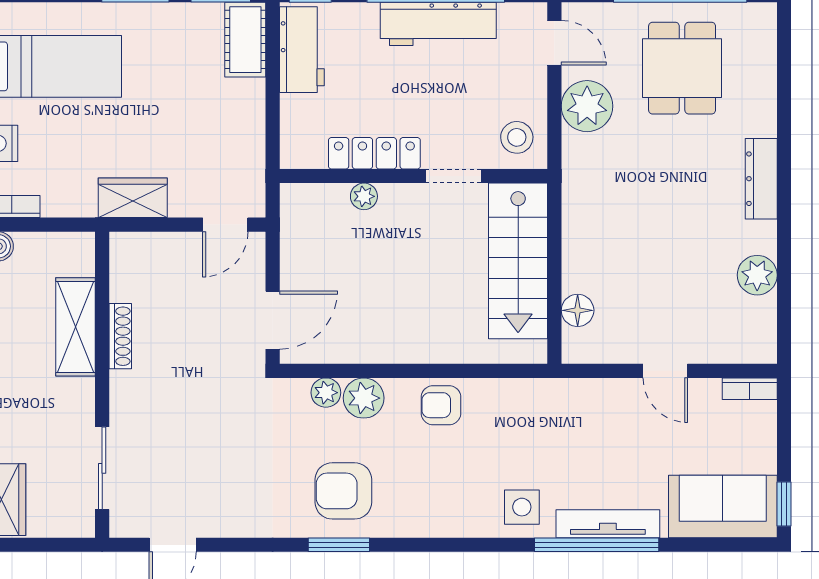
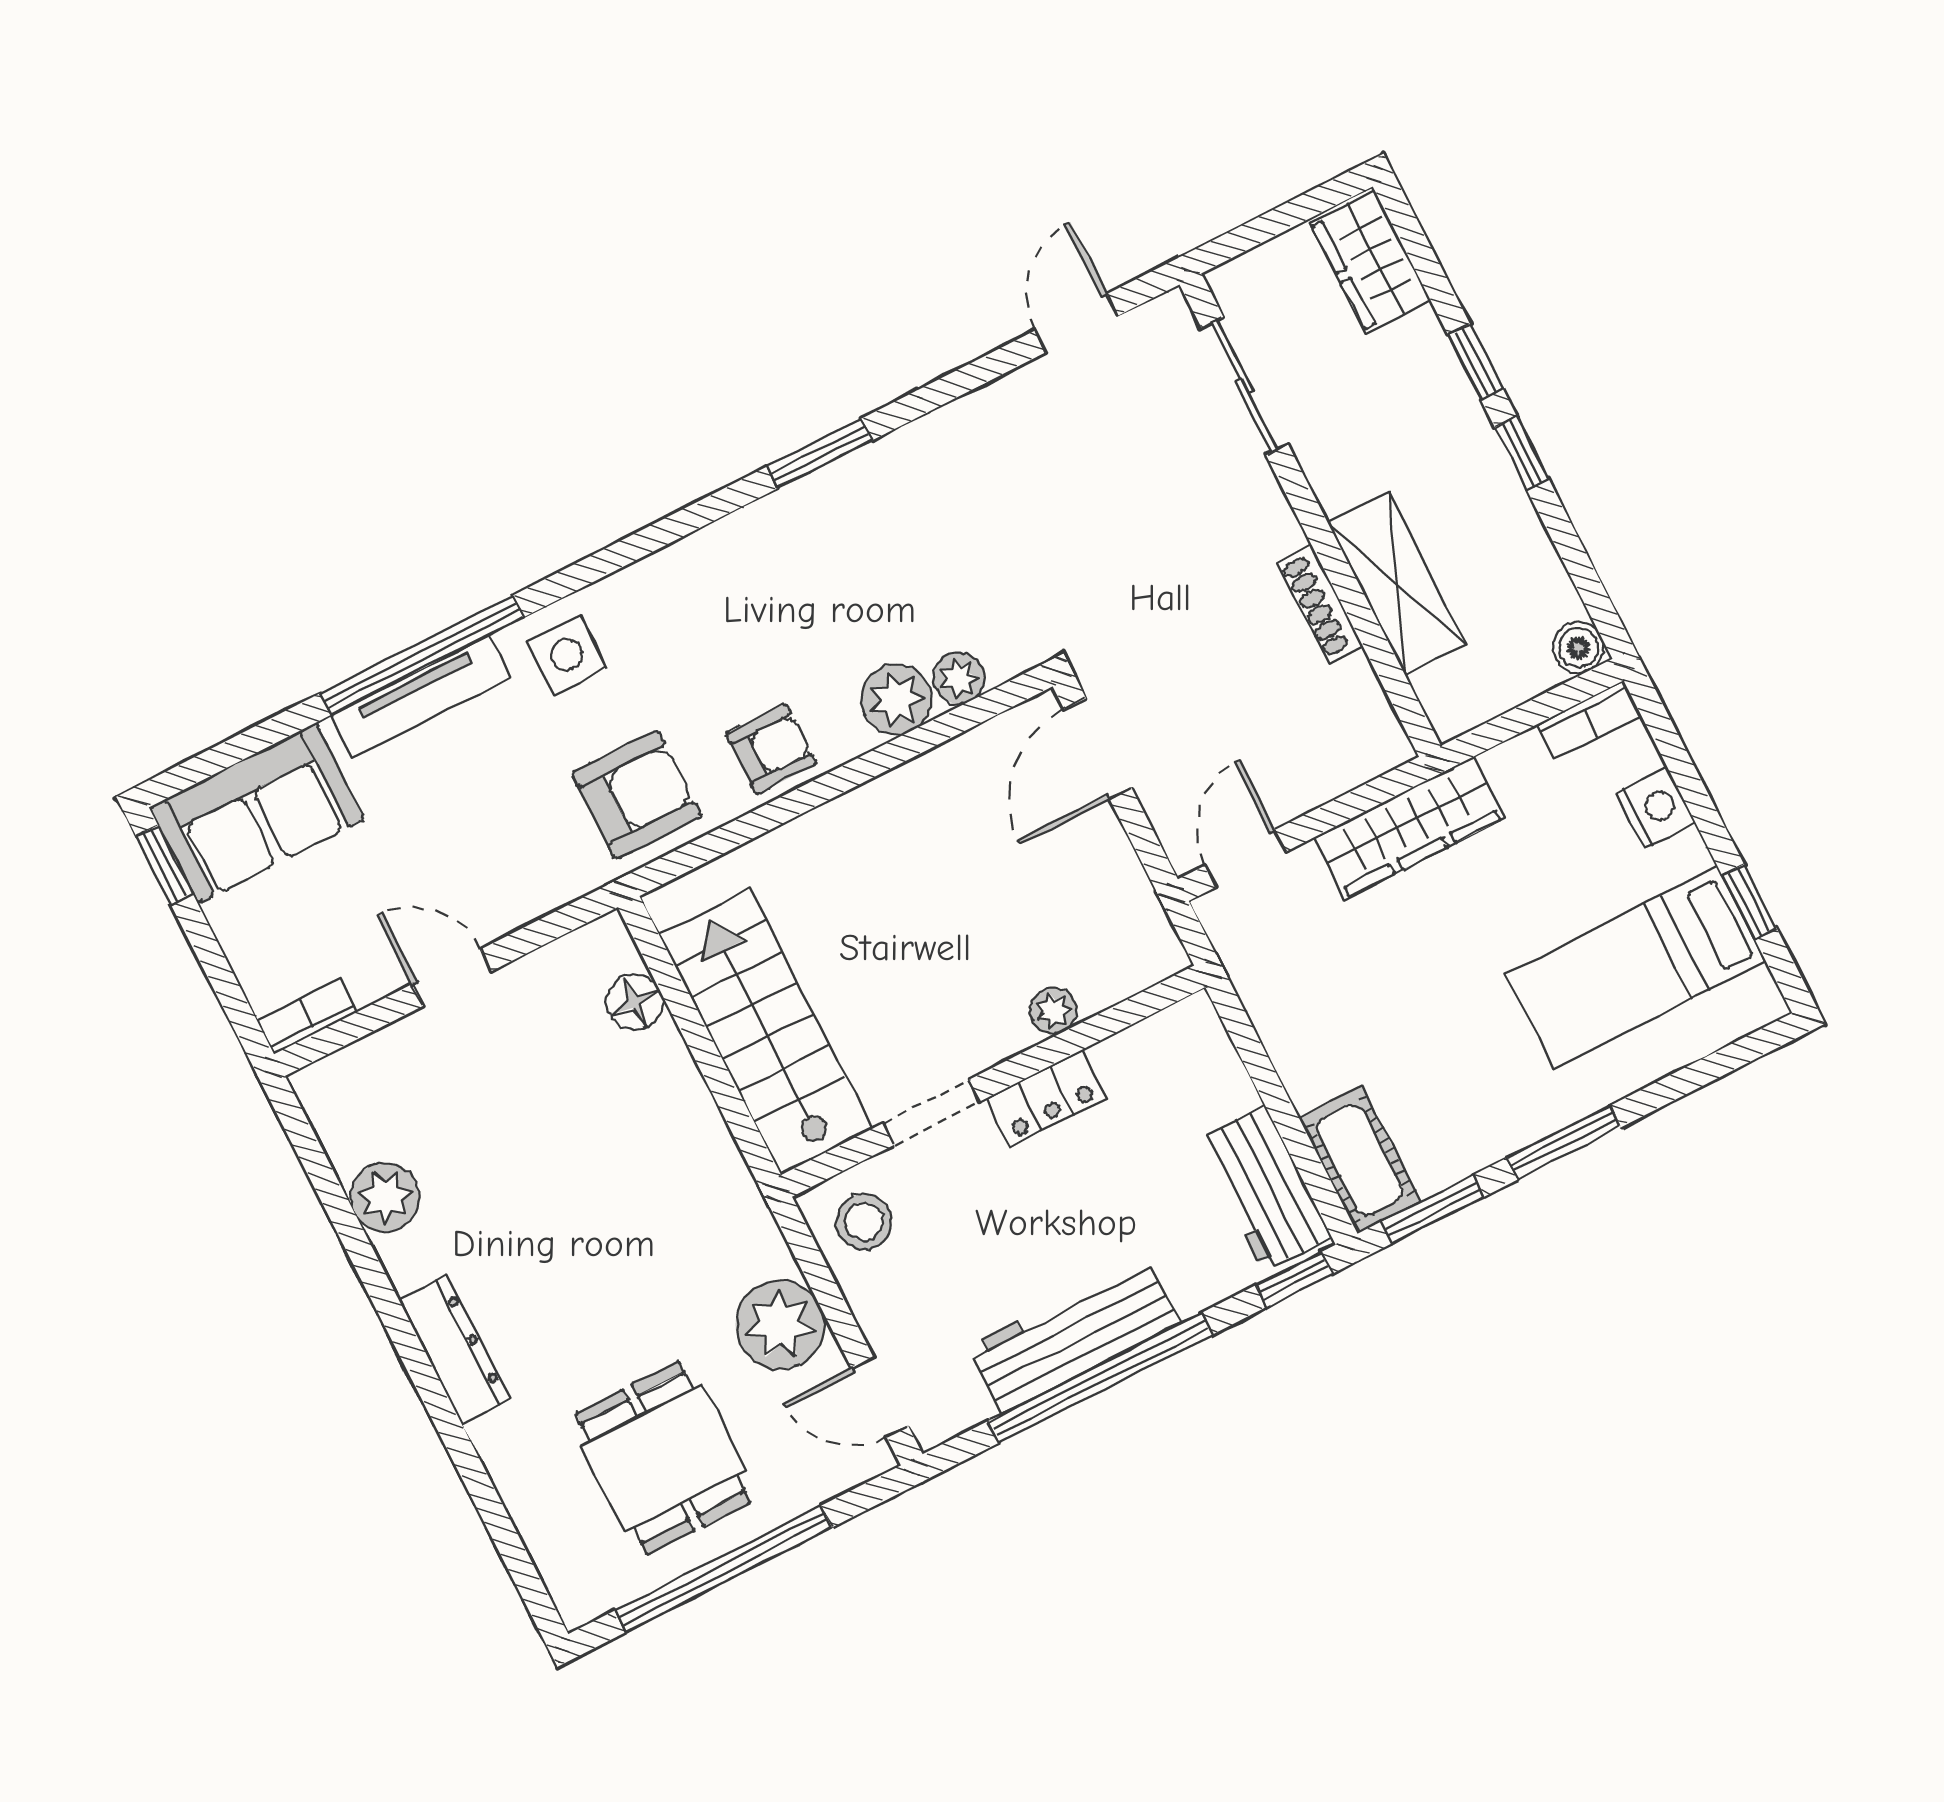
locker: (374, 153) -> (1046, 1098), width x0.66
wardrobe: (133, 198) -> (1409, 828), width x1.50
armchair: (343, 491) -> (637, 795), moved

